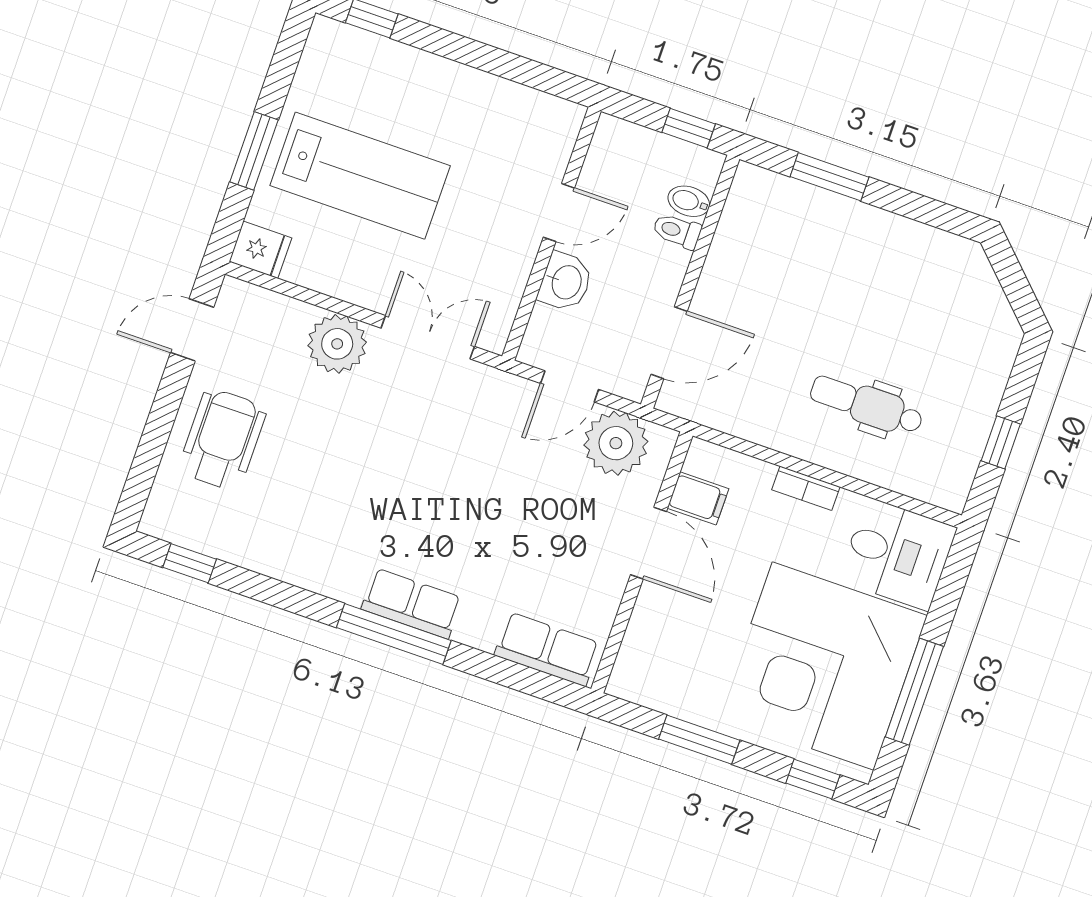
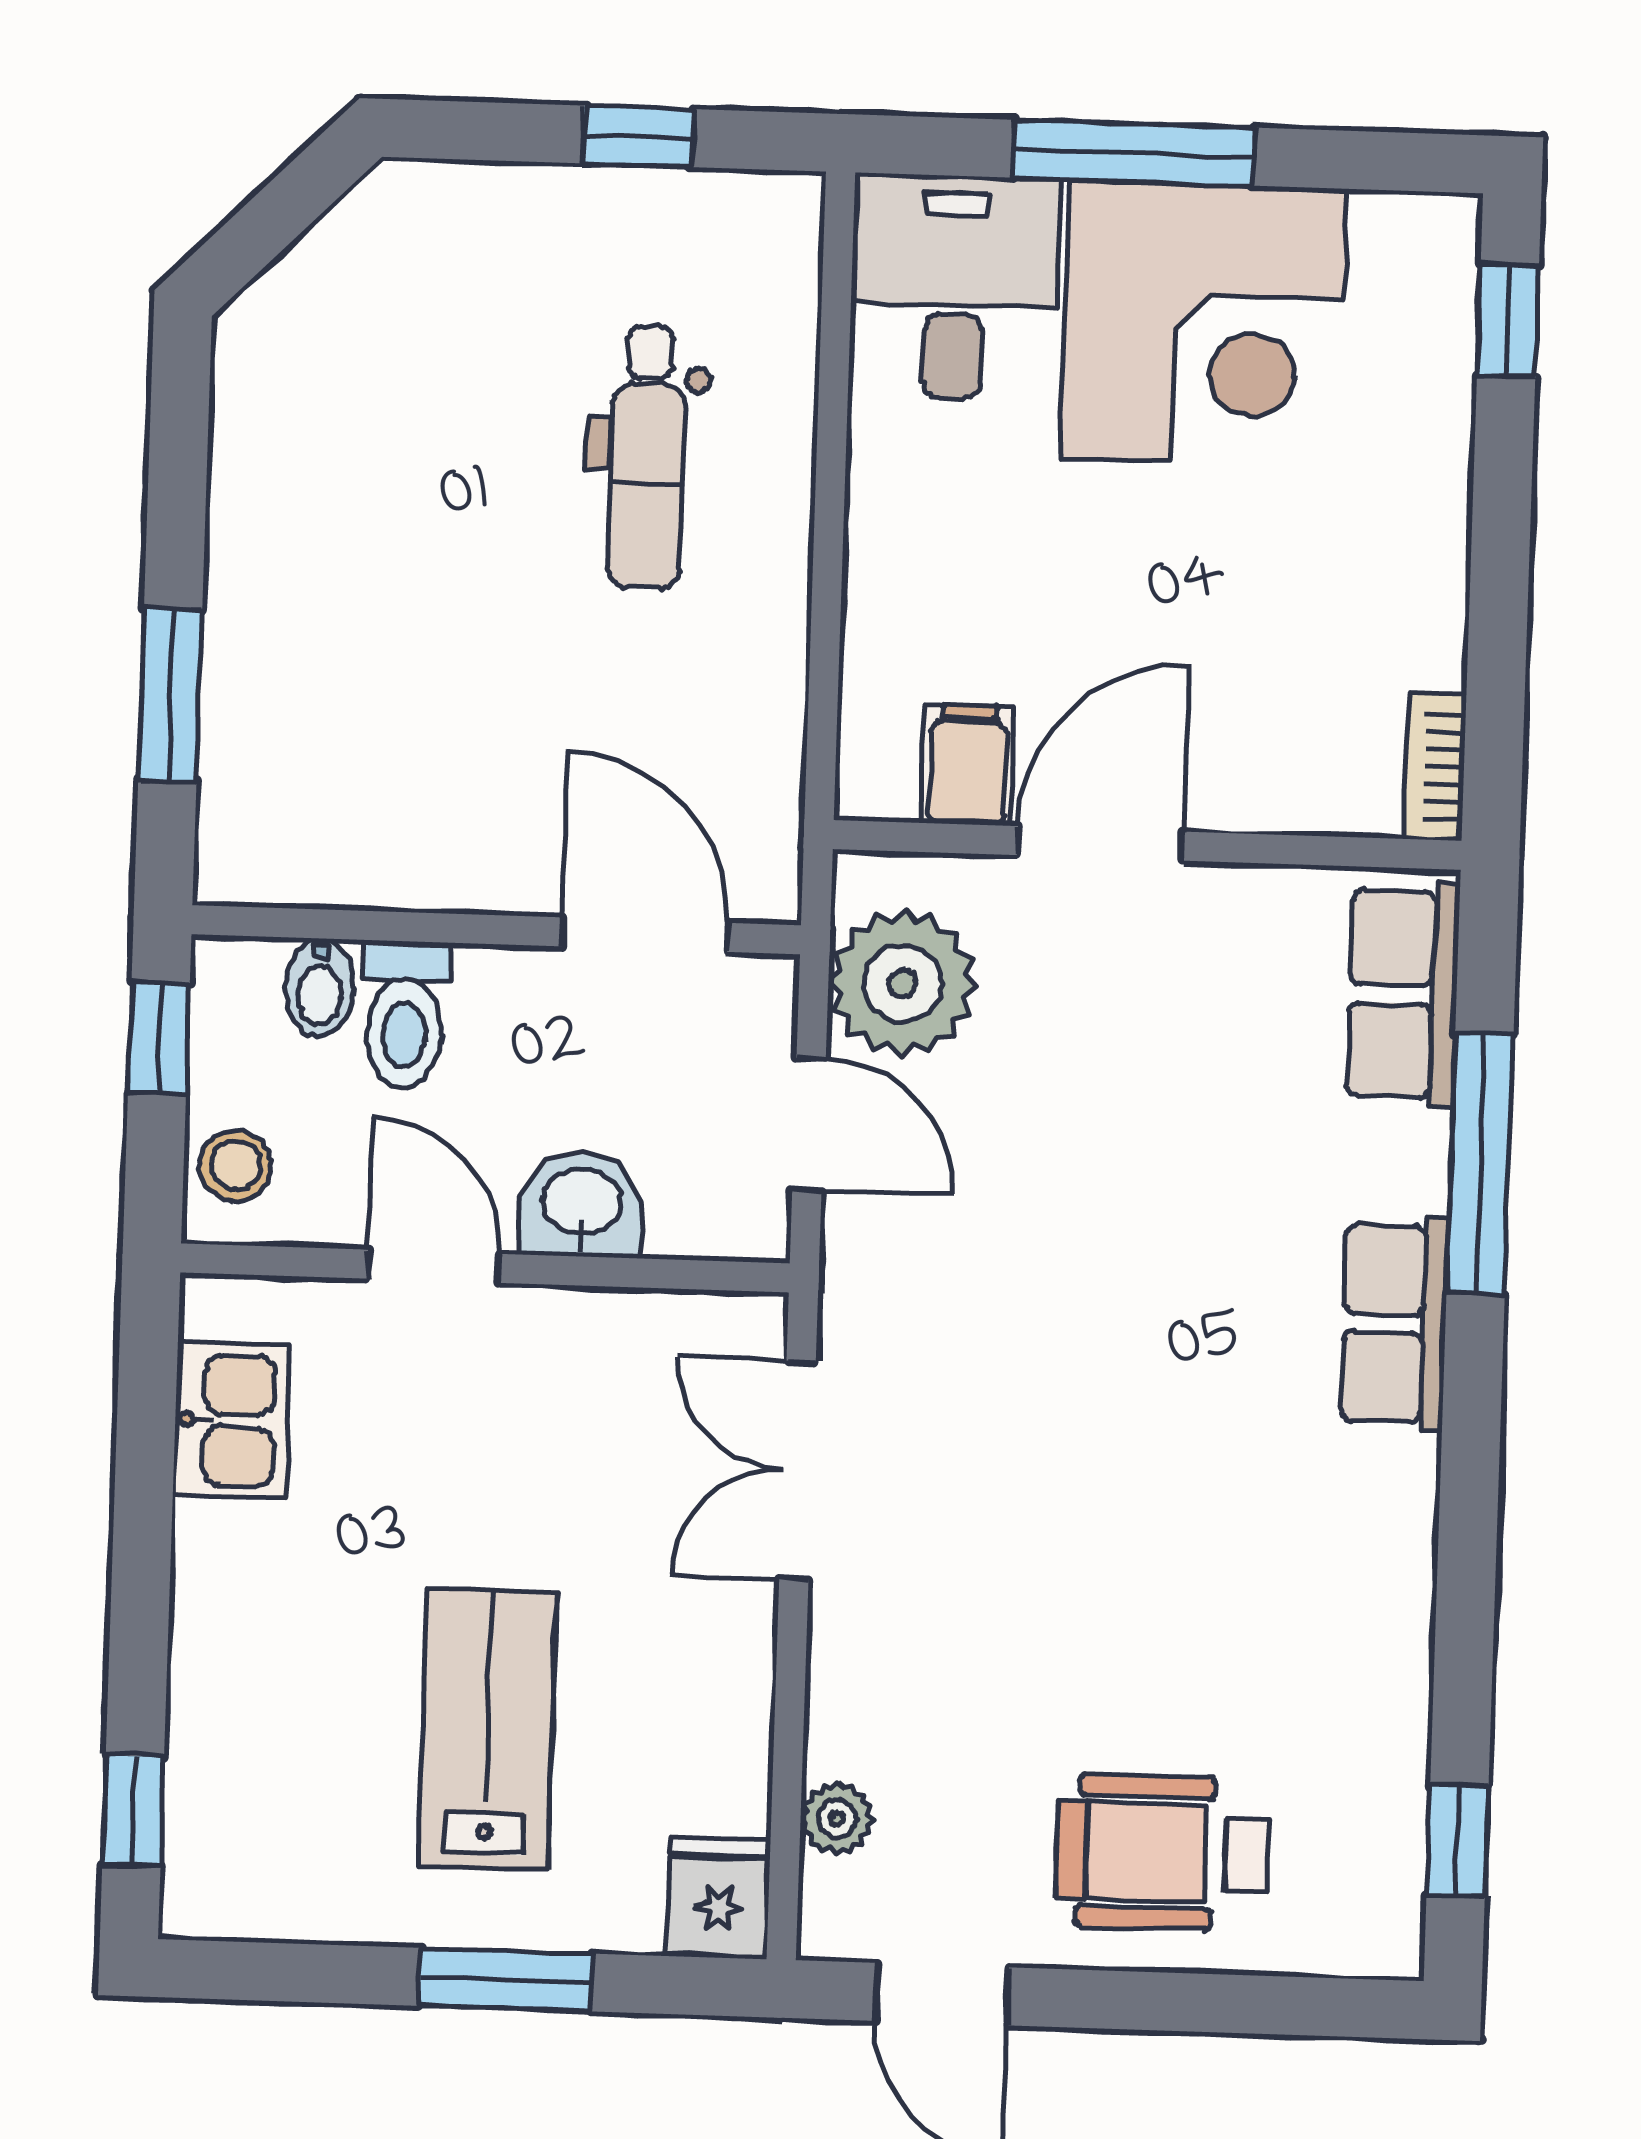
kitchen sink: (521, 109) -> (231, 1421), added
stool: (626, 143) -> (235, 1165), added
lab bench: (360, 176) -> (488, 1729), width x0.73, depth x0.72
toilet: (677, 231) -> (405, 1014), width x1.37, depth x1.39
plant: (337, 344) -> (837, 1819), moved, width x0.53, depth x0.53
bookcase: (806, 488) -> (1435, 767), moved, turned 180
window: (394, 634) -> (1480, 1164), moved
corner desk: (823, 666) -> (1204, 323), width x0.74, depth x0.74
window: (914, 692) -> (1133, 153), moved
window: (699, 740) -> (1499, 598), removed

